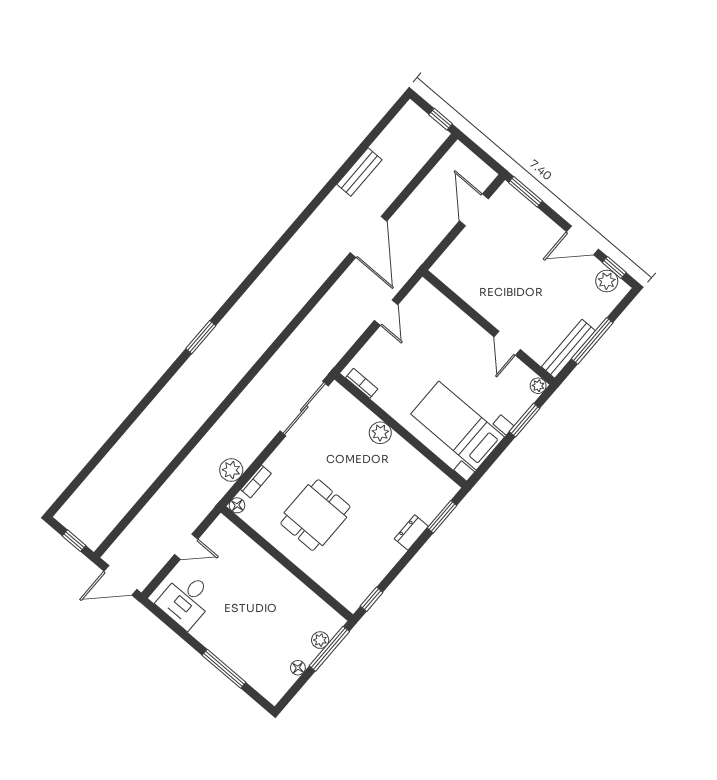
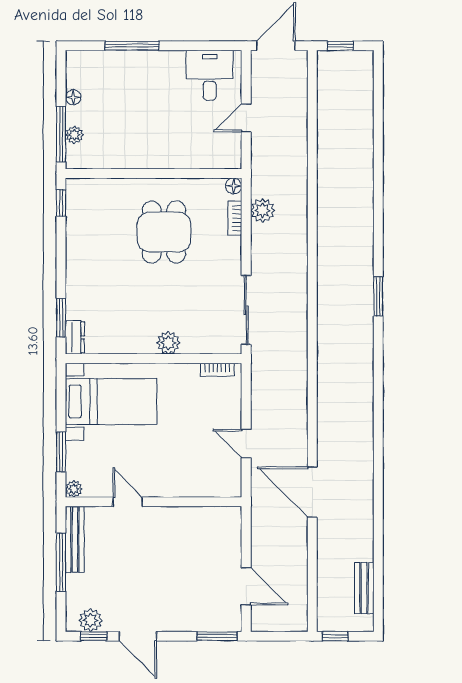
bench: (359, 172) -> (364, 588), moved
door: (582, 240) -> (138, 636), swing flipped
dresser: (411, 532) -> (75, 337), moved

